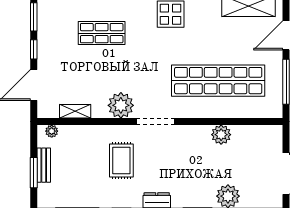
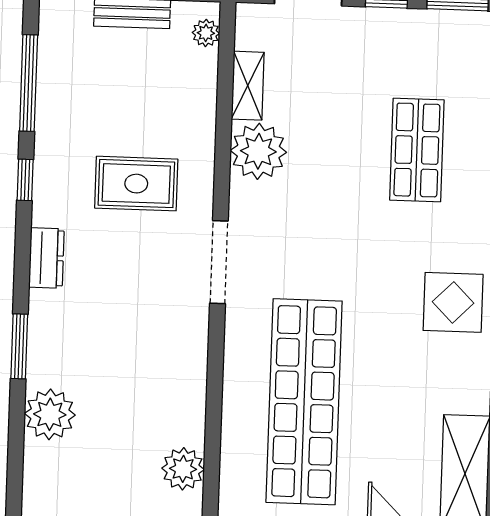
plant: (121, 105) -> (258, 151), moved
plant: (221, 135) -> (183, 469), moved

